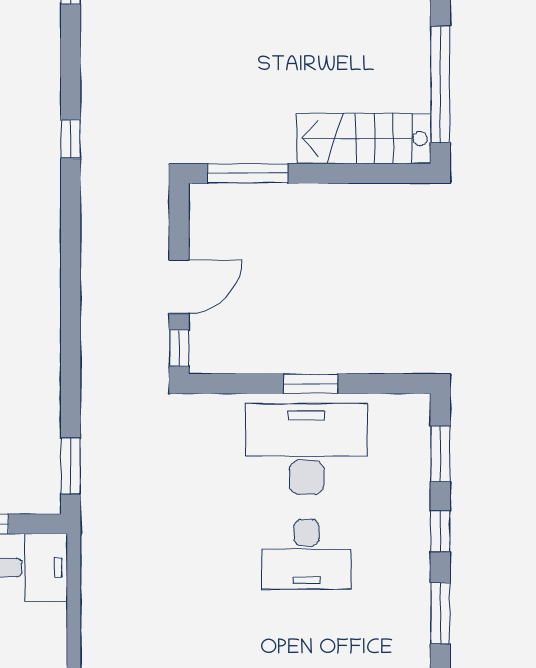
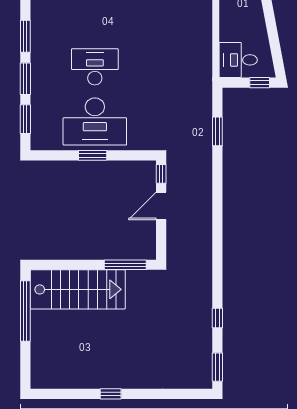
window: (71, 139) -> (217, 318), moved
stairs: (364, 139) -> (78, 289), width x1.36, depth x1.51
window: (71, 466) -> (217, 131), moved
window: (440, 531) -> (25, 79), width x1.50

